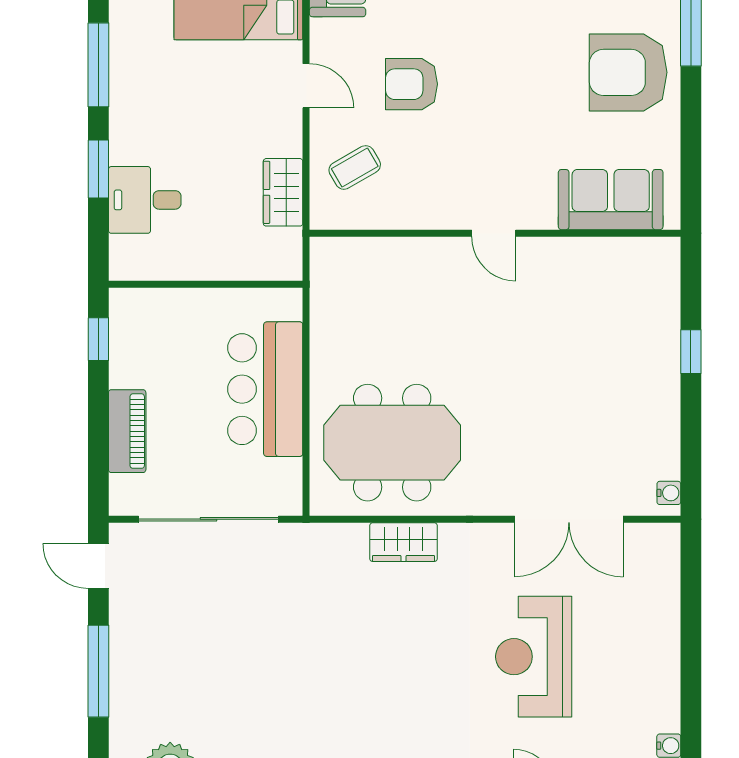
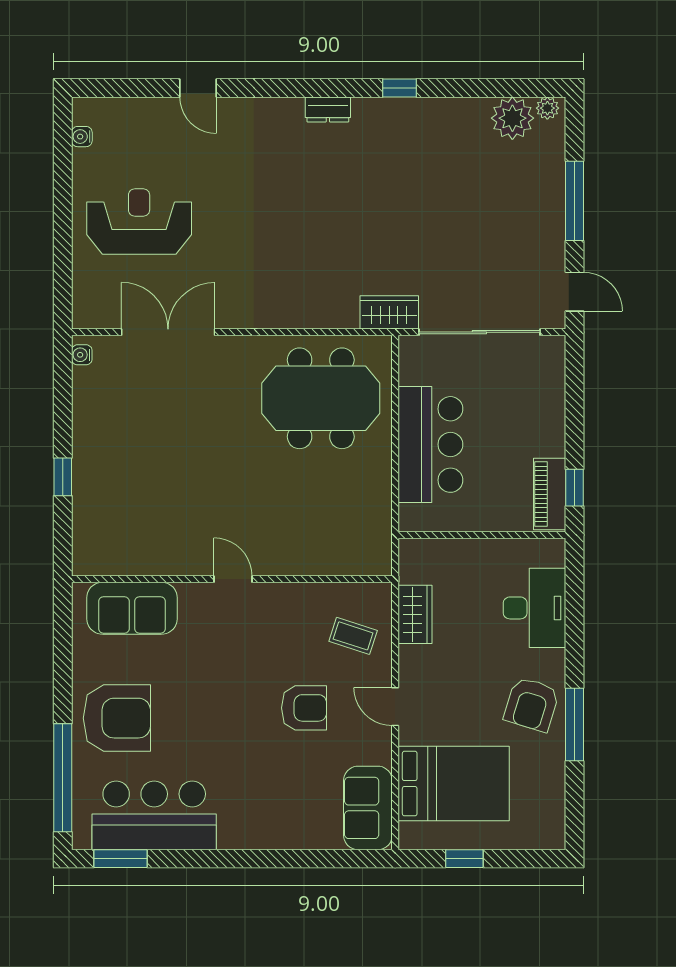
armchair: (148, 88) -> (532, 704), added
coffee table: (355, 167) -> (353, 636), turned 48
window: (98, 169) -> (575, 635), removed
desk: (145, 200) -> (534, 608), width x1.37
piano: (127, 431) -> (550, 494), moved
wardrobe: (404, 542) -> (389, 312), moved
reception desk: (534, 657) -> (139, 222), moved, turned -90

